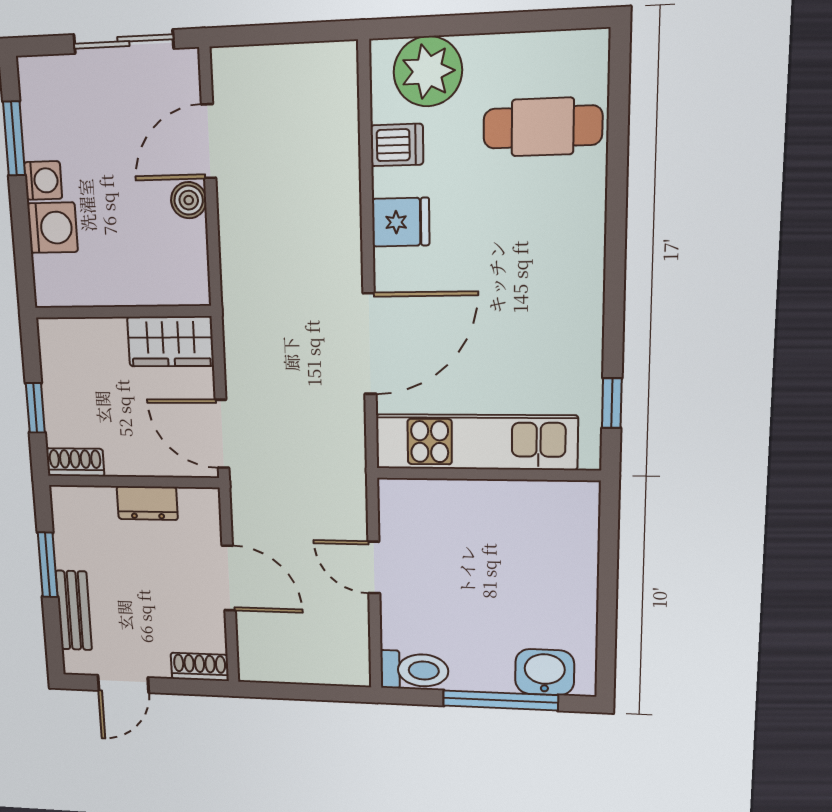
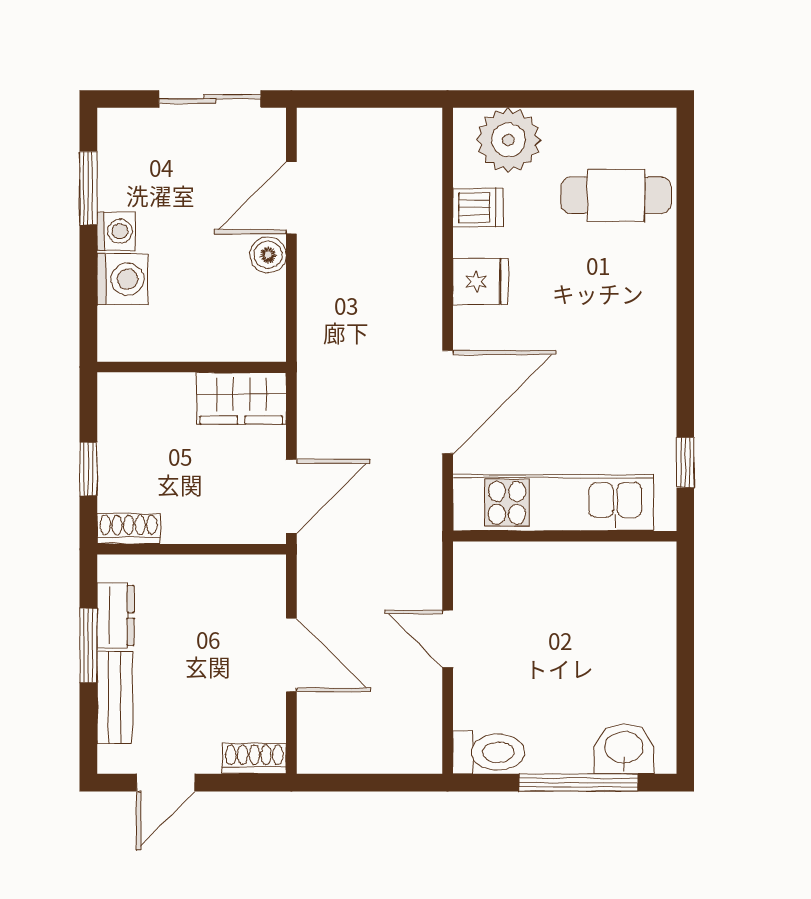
door: (222, 434) -> (291, 496), swing flipped
dresser: (147, 503) -> (115, 615), moved, turned -90

